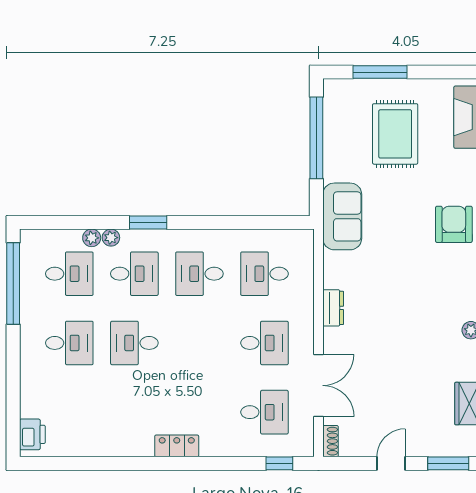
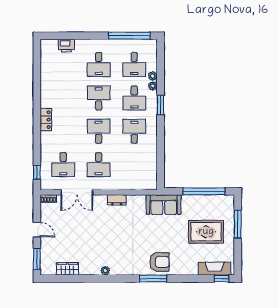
desk: (264, 274) -> (99, 131), moved
printer: (32, 434) -> (66, 46), moved

